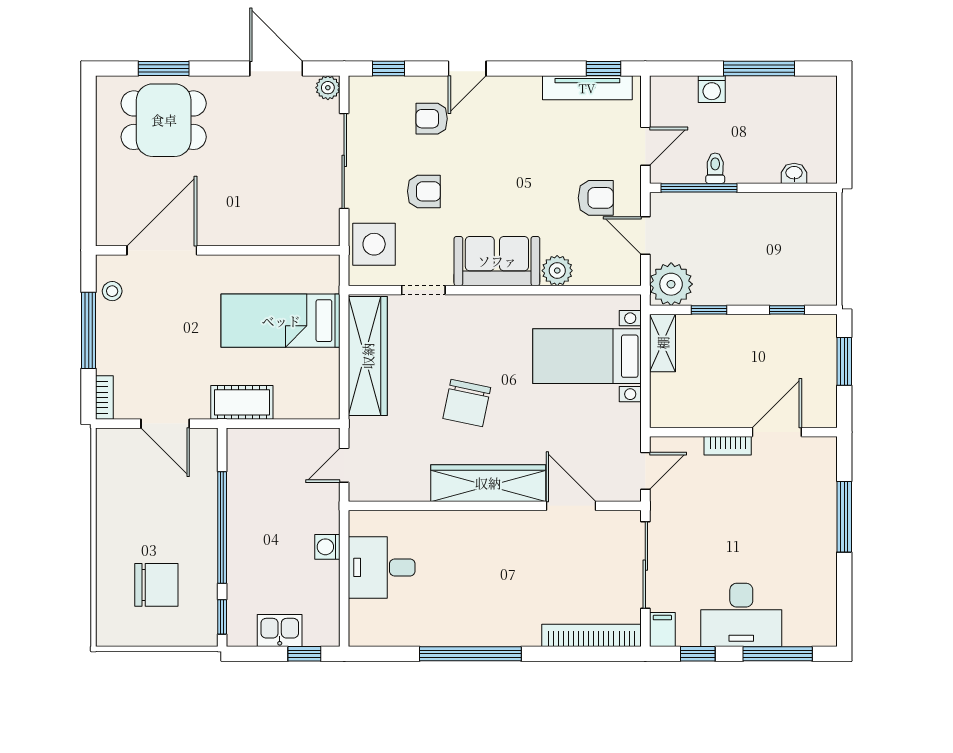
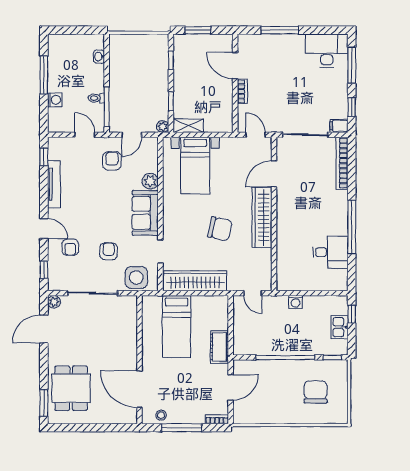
window: (164, 68) -> (44, 403), moved
tv unit: (587, 88) -> (54, 184), moved
plant: (671, 284) -> (163, 127), width x0.53, depth x0.53
desk: (382, 567) -> (330, 252), moved, turned -90
desk: (741, 615) -> (327, 51), moved, turned -90

